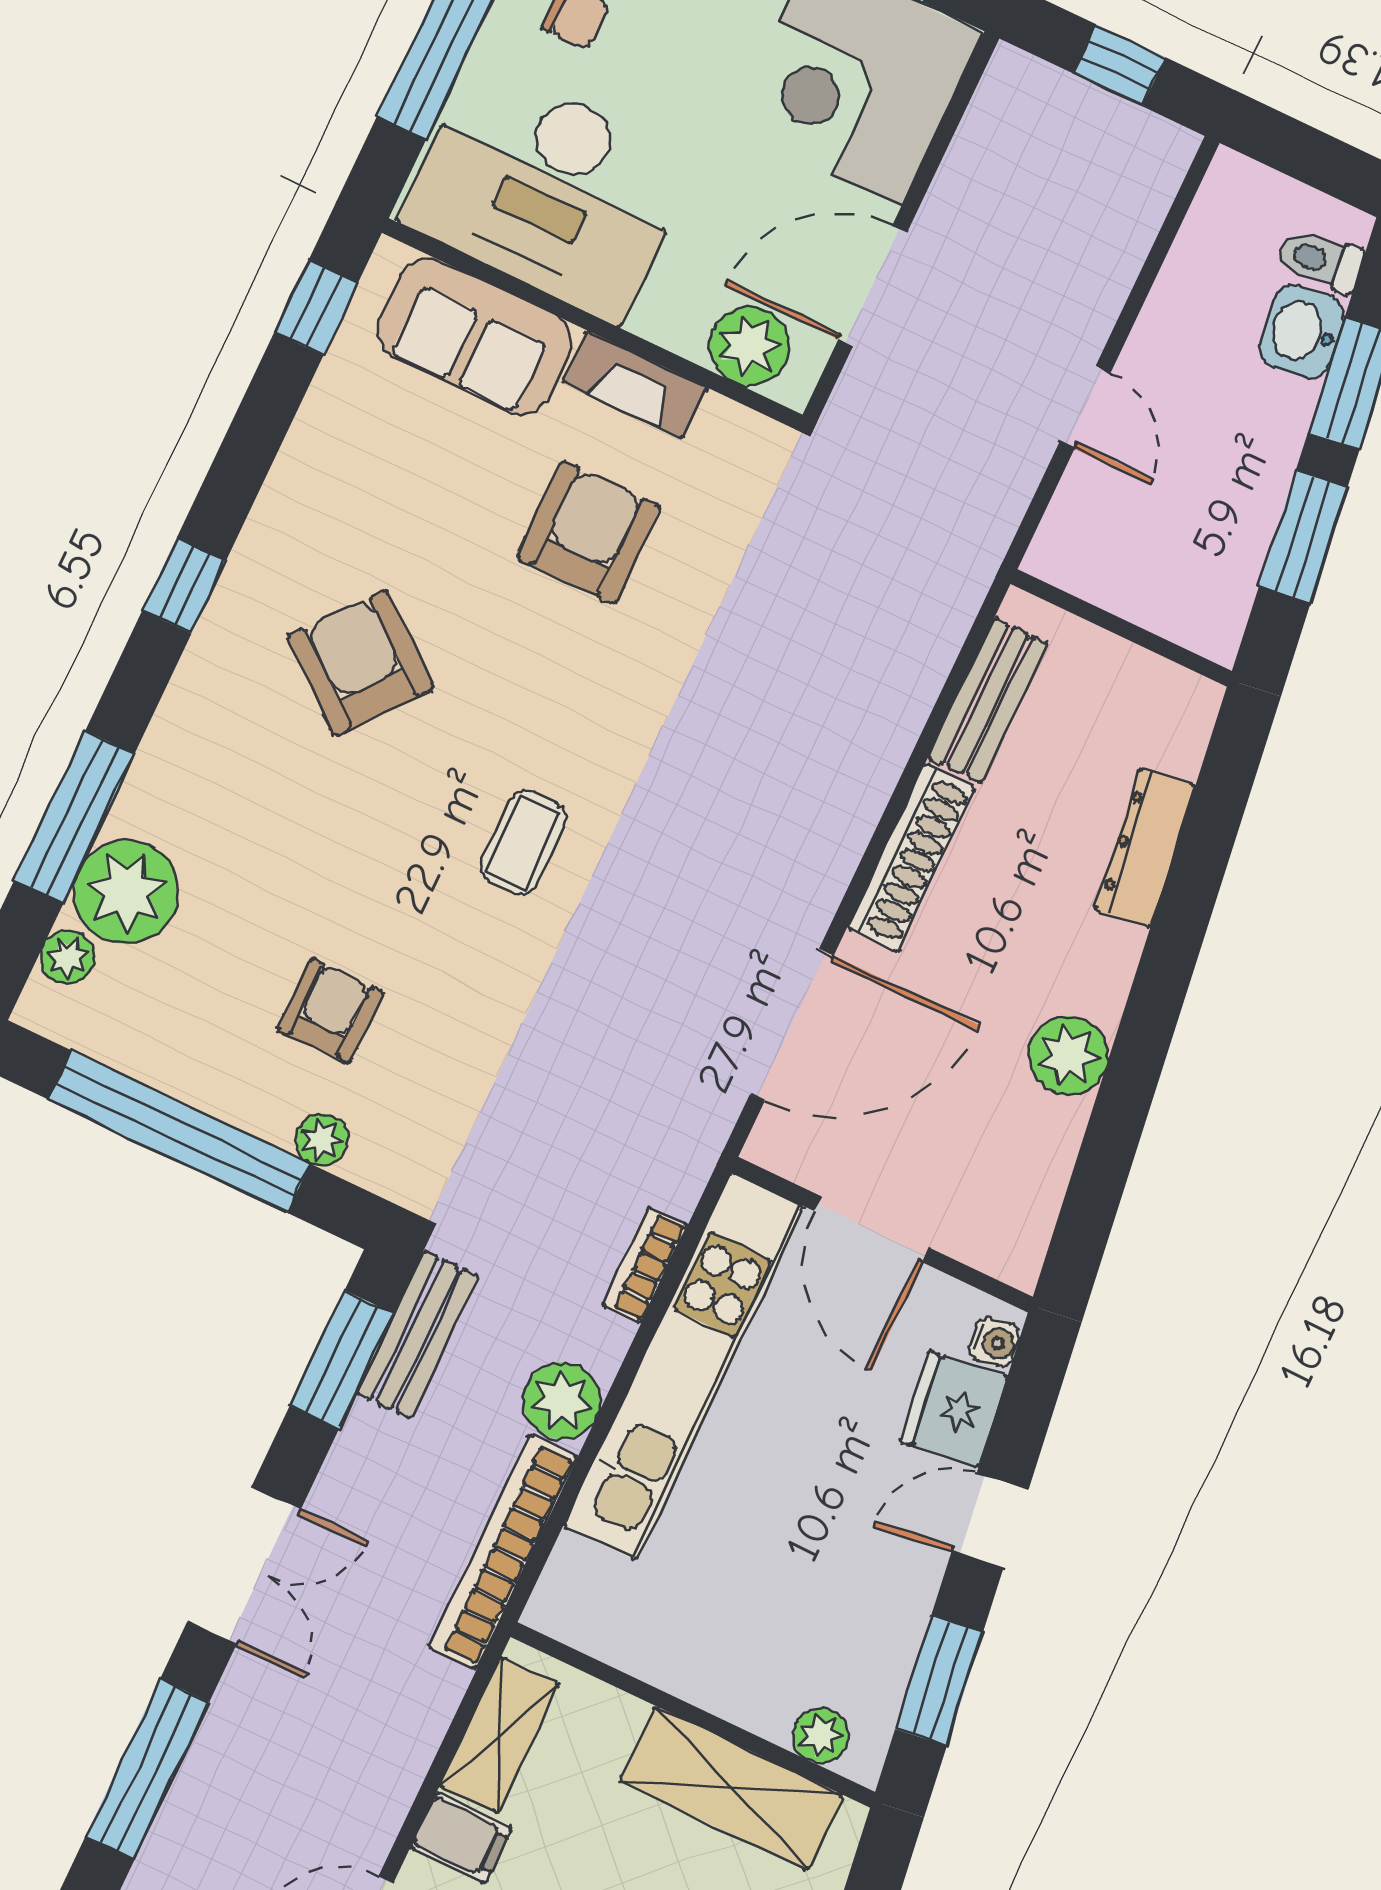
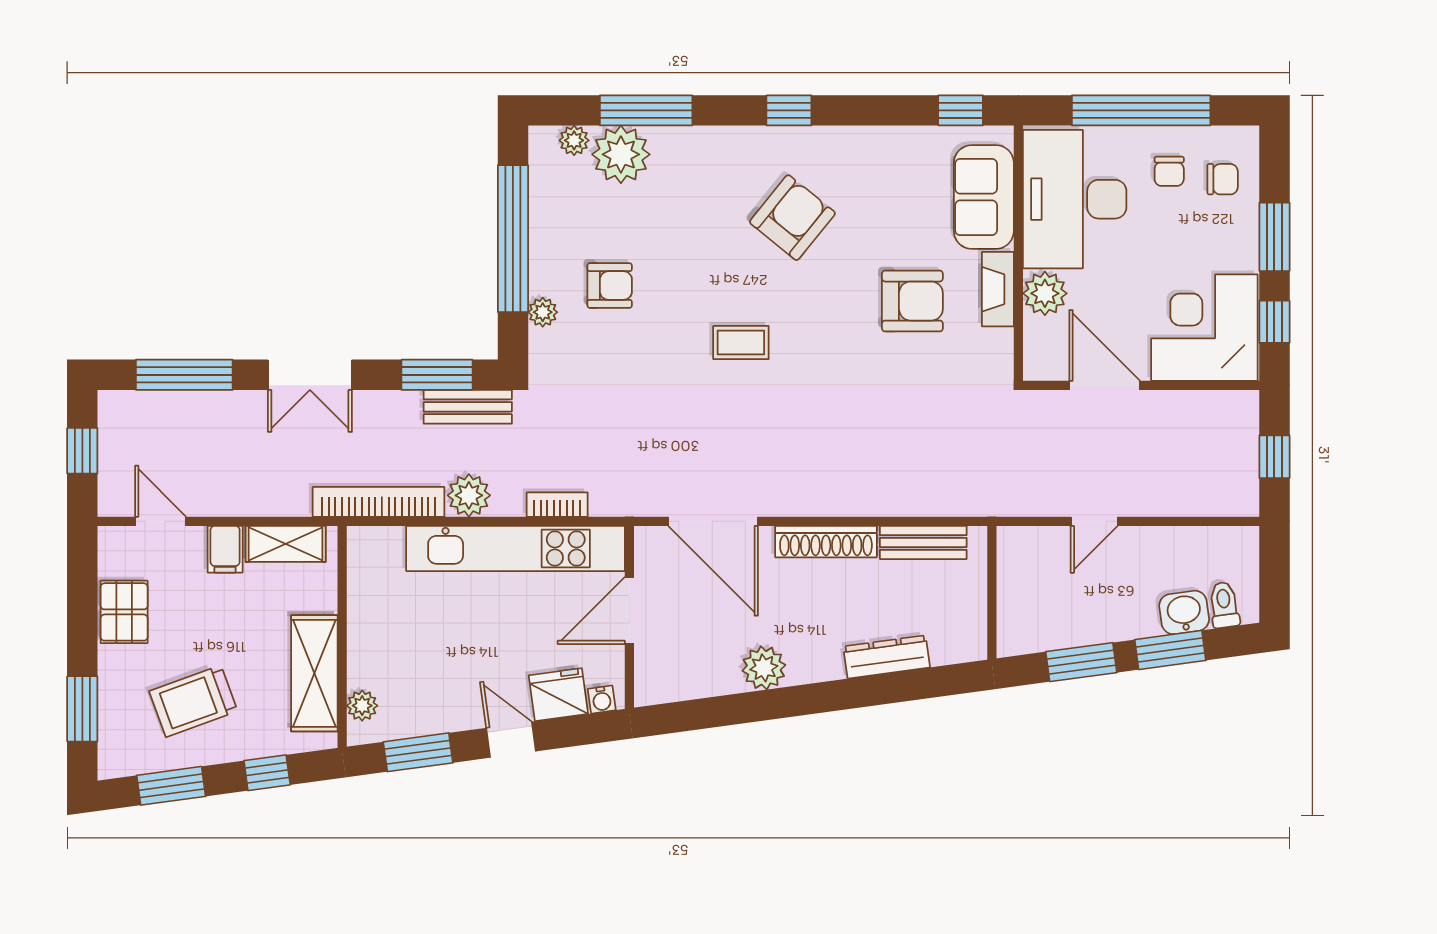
plant: (749, 346) -> (1045, 293), moved

